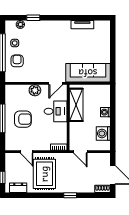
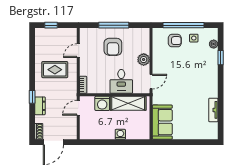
sofa: (88, 73) -> (162, 122), width x0.73
door: (56, 83) -> (151, 82), swing flipped
washing machine: (103, 134) -> (102, 103), moved, turned 180
rug: (44, 174) -> (55, 70), width x0.73, depth x0.70
dresser: (18, 188) -> (40, 106), moved

